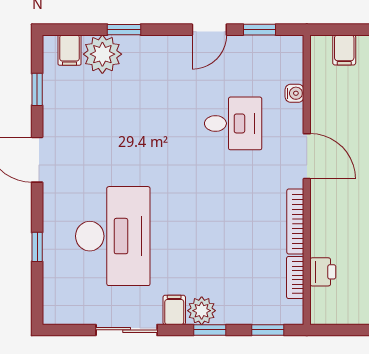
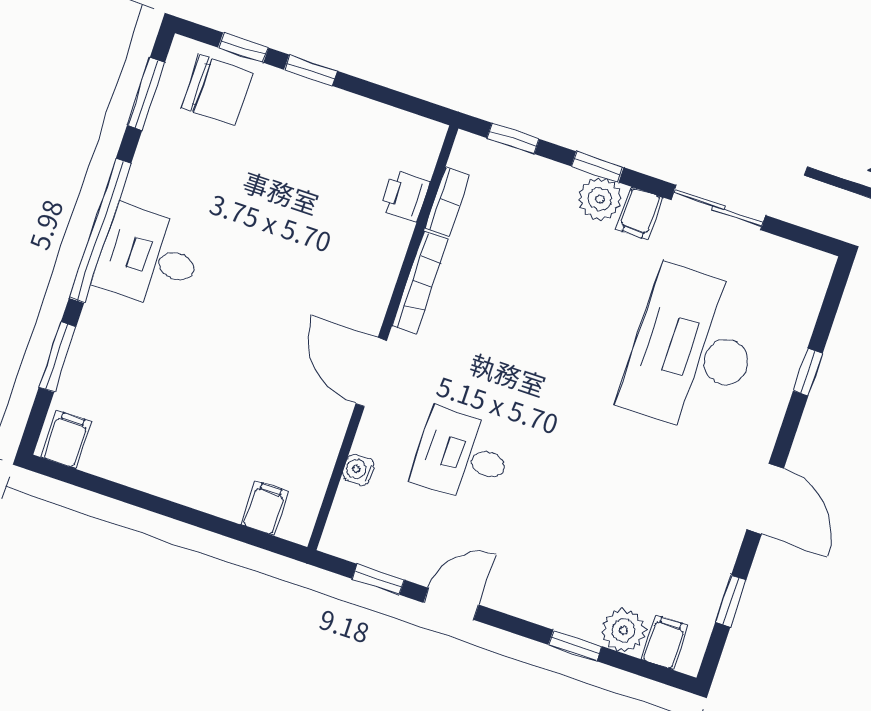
plant: (102, 54) -> (623, 630), width x0.73, depth x0.73

